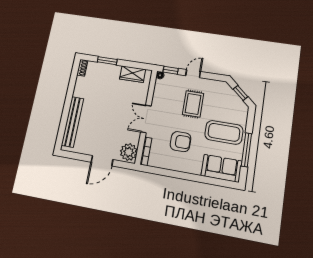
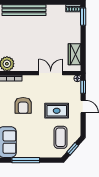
window: (107, 61) -> (83, 17), moved
double door: (146, 119) -> (51, 73), moved
coffee table: (224, 132) -> (61, 137), moved, width x0.73, depth x0.76

